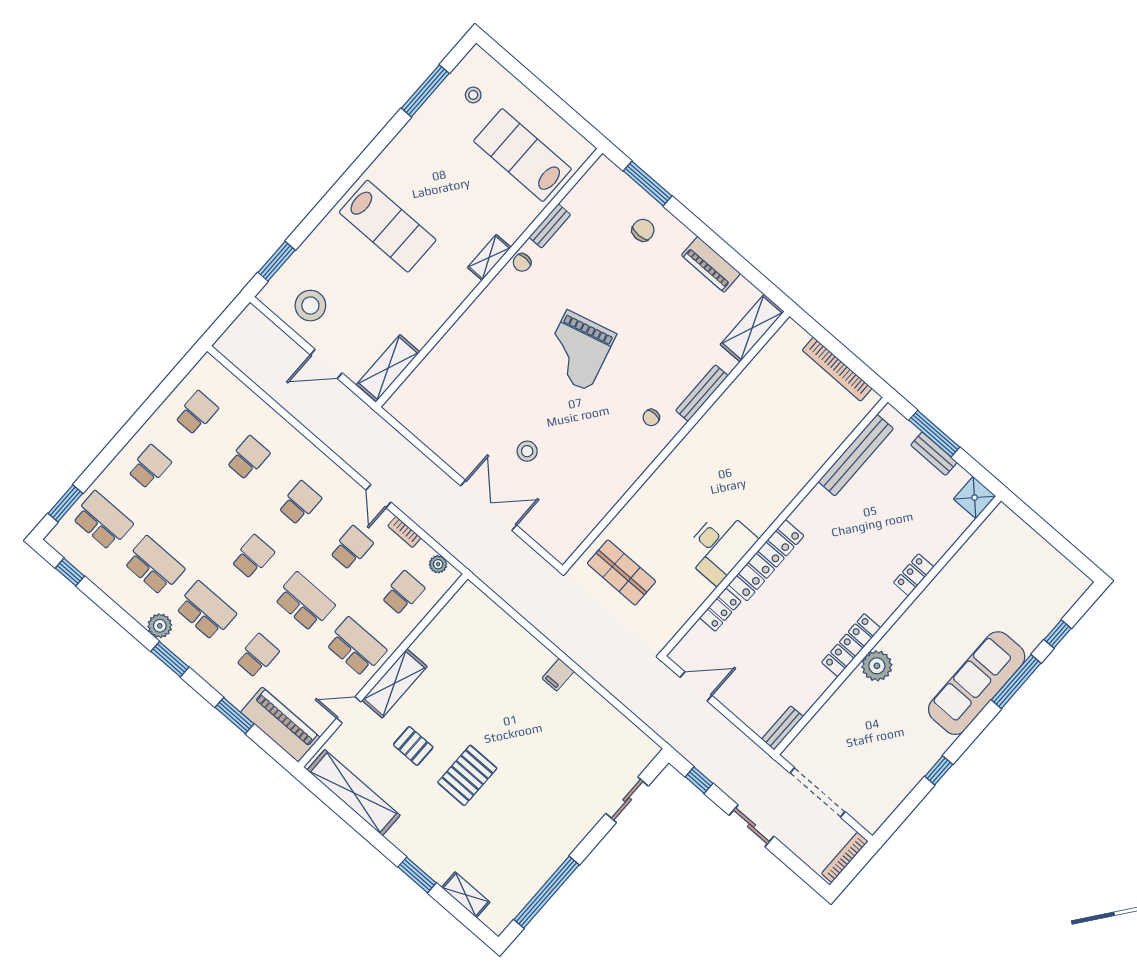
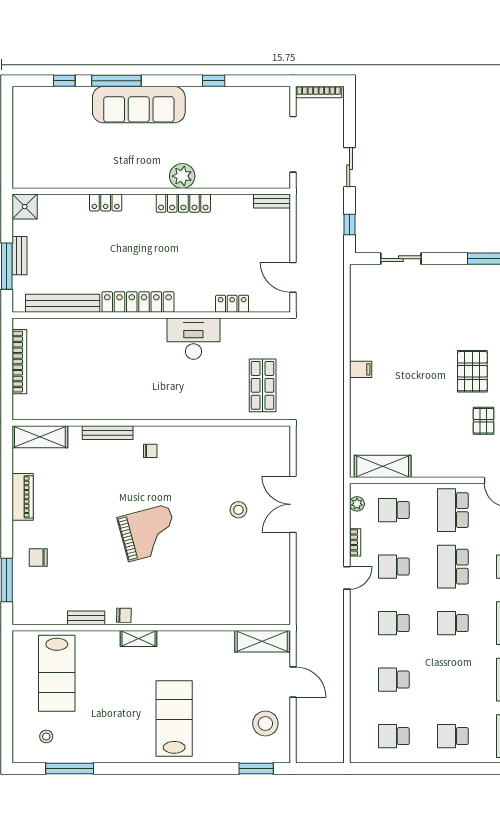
locker: (766, 560) -> (138, 302), moved
shelving: (394, 683) -> (383, 466), moved
pallet: (467, 775) -> (472, 371), turned 90

